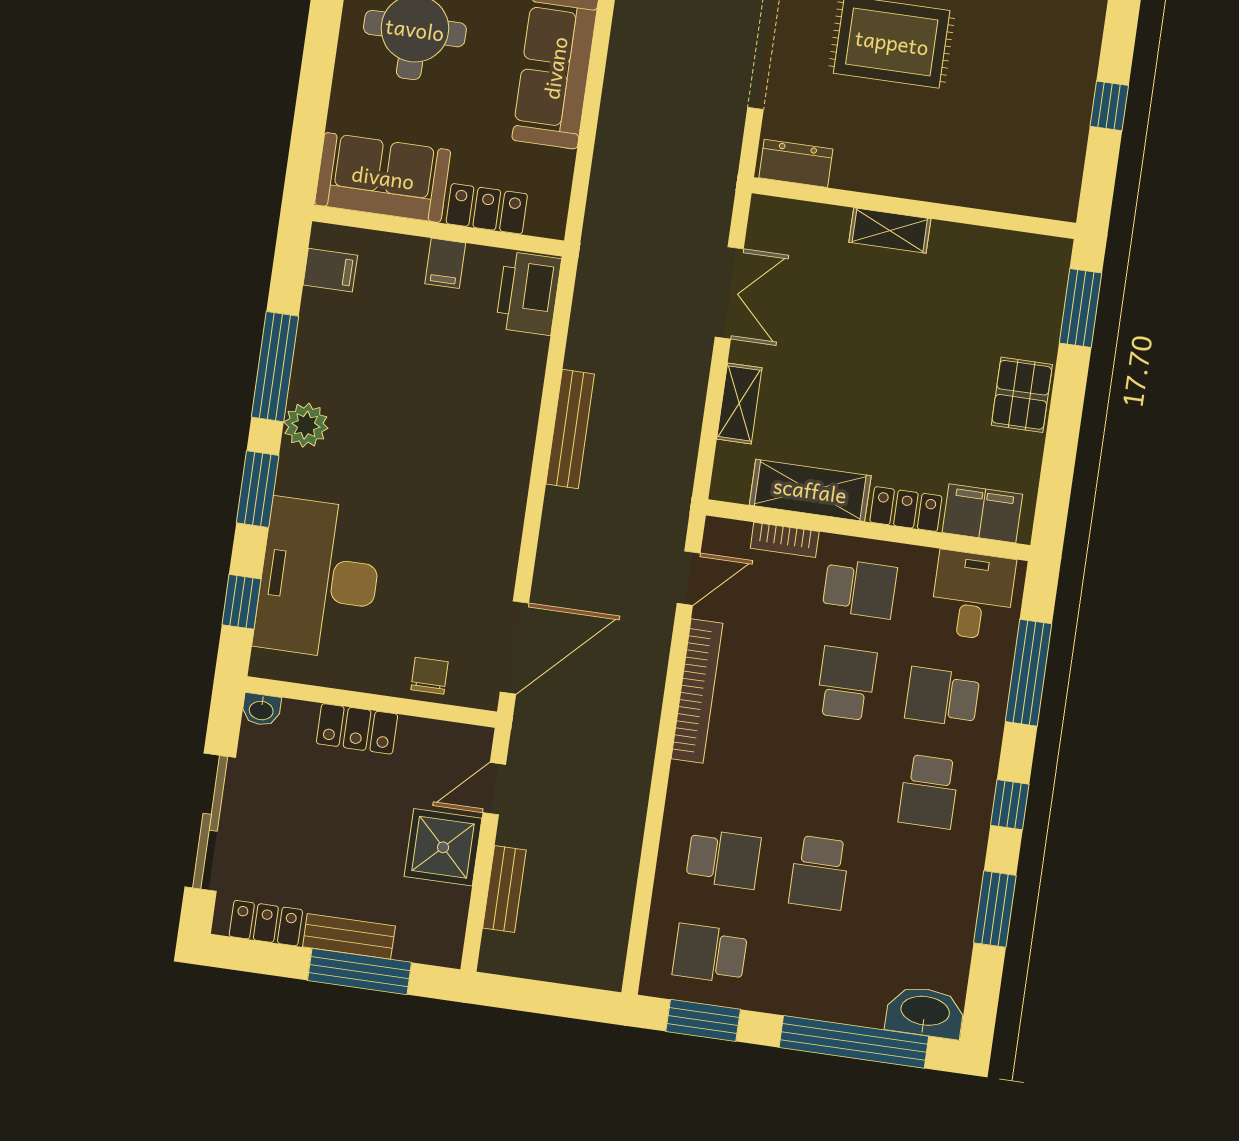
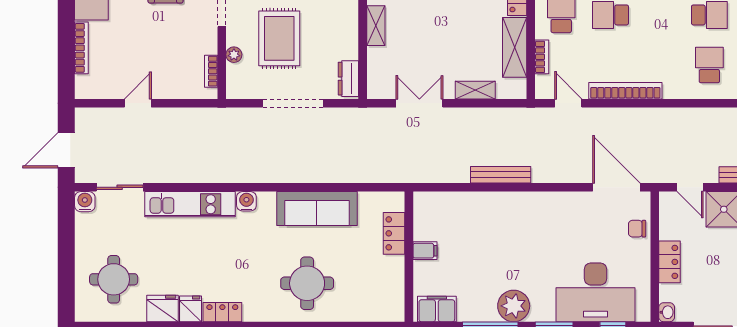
sofa: (383, 177) -> (386, 289), removed
filing cabinet: (330, 270) -> (437, 309), width x2.00
printer: (528, 293) -> (434, 206), removed
plant: (306, 425) -> (514, 306), width x1.36, depth x1.36

